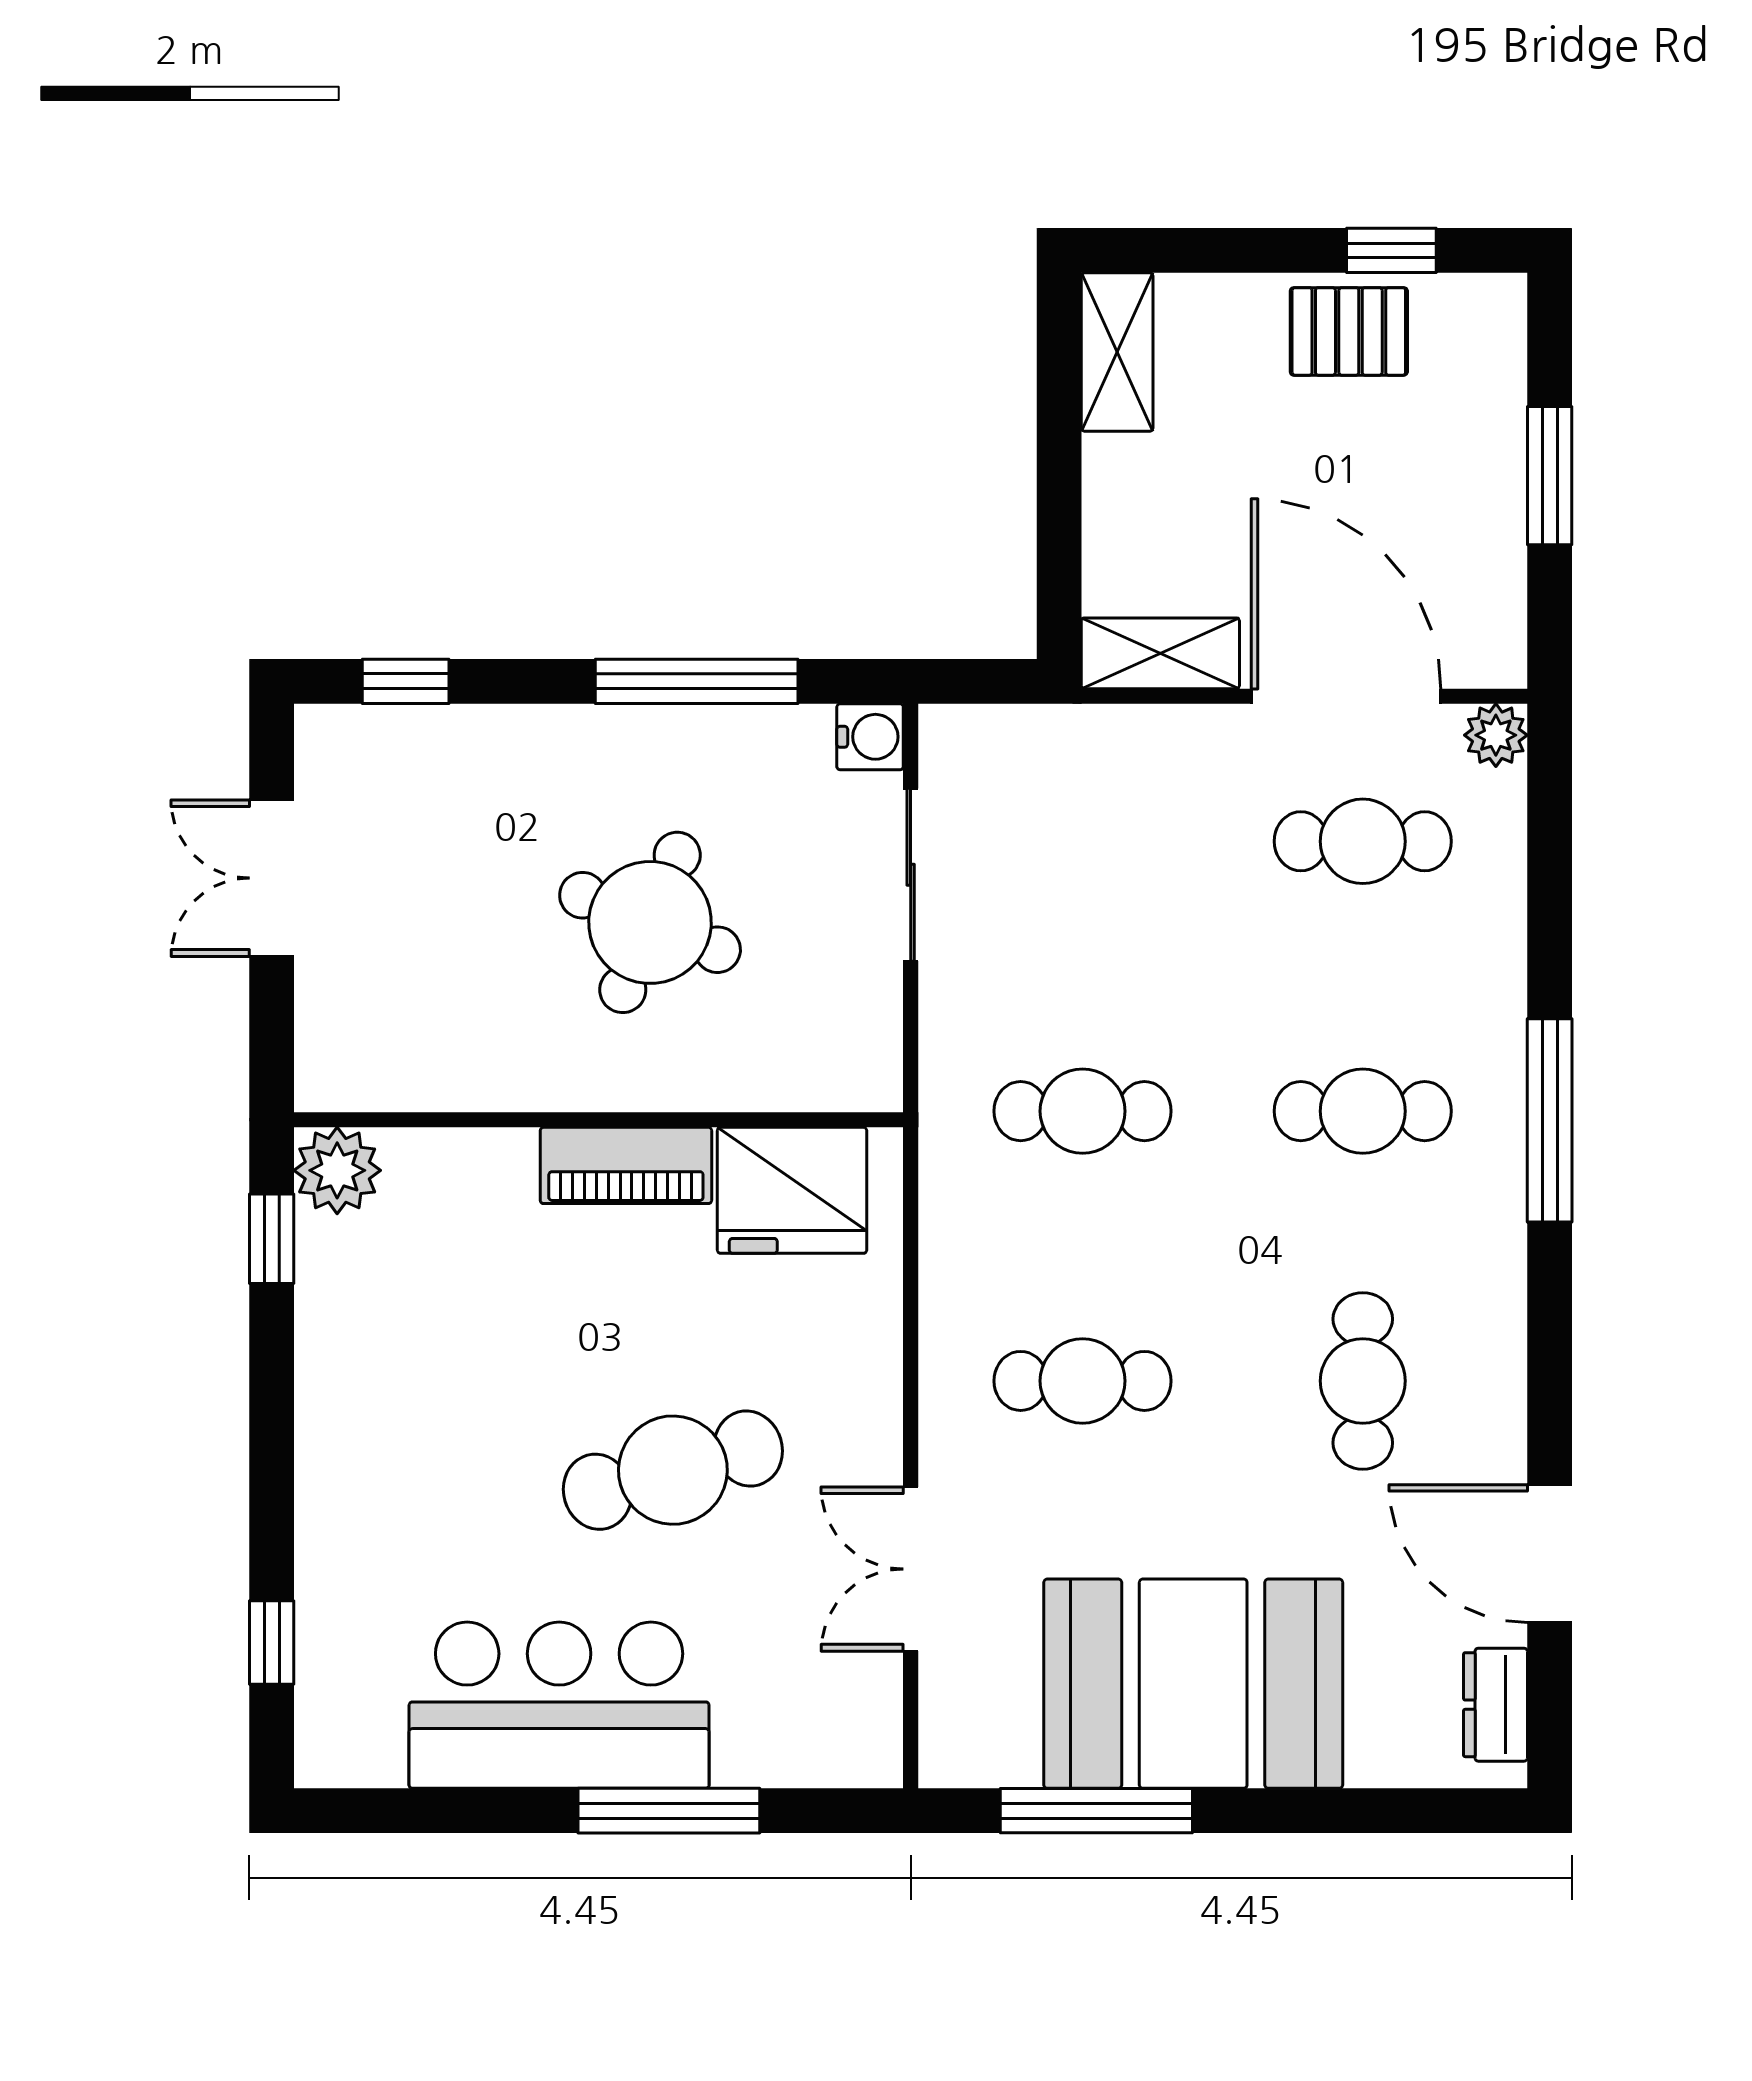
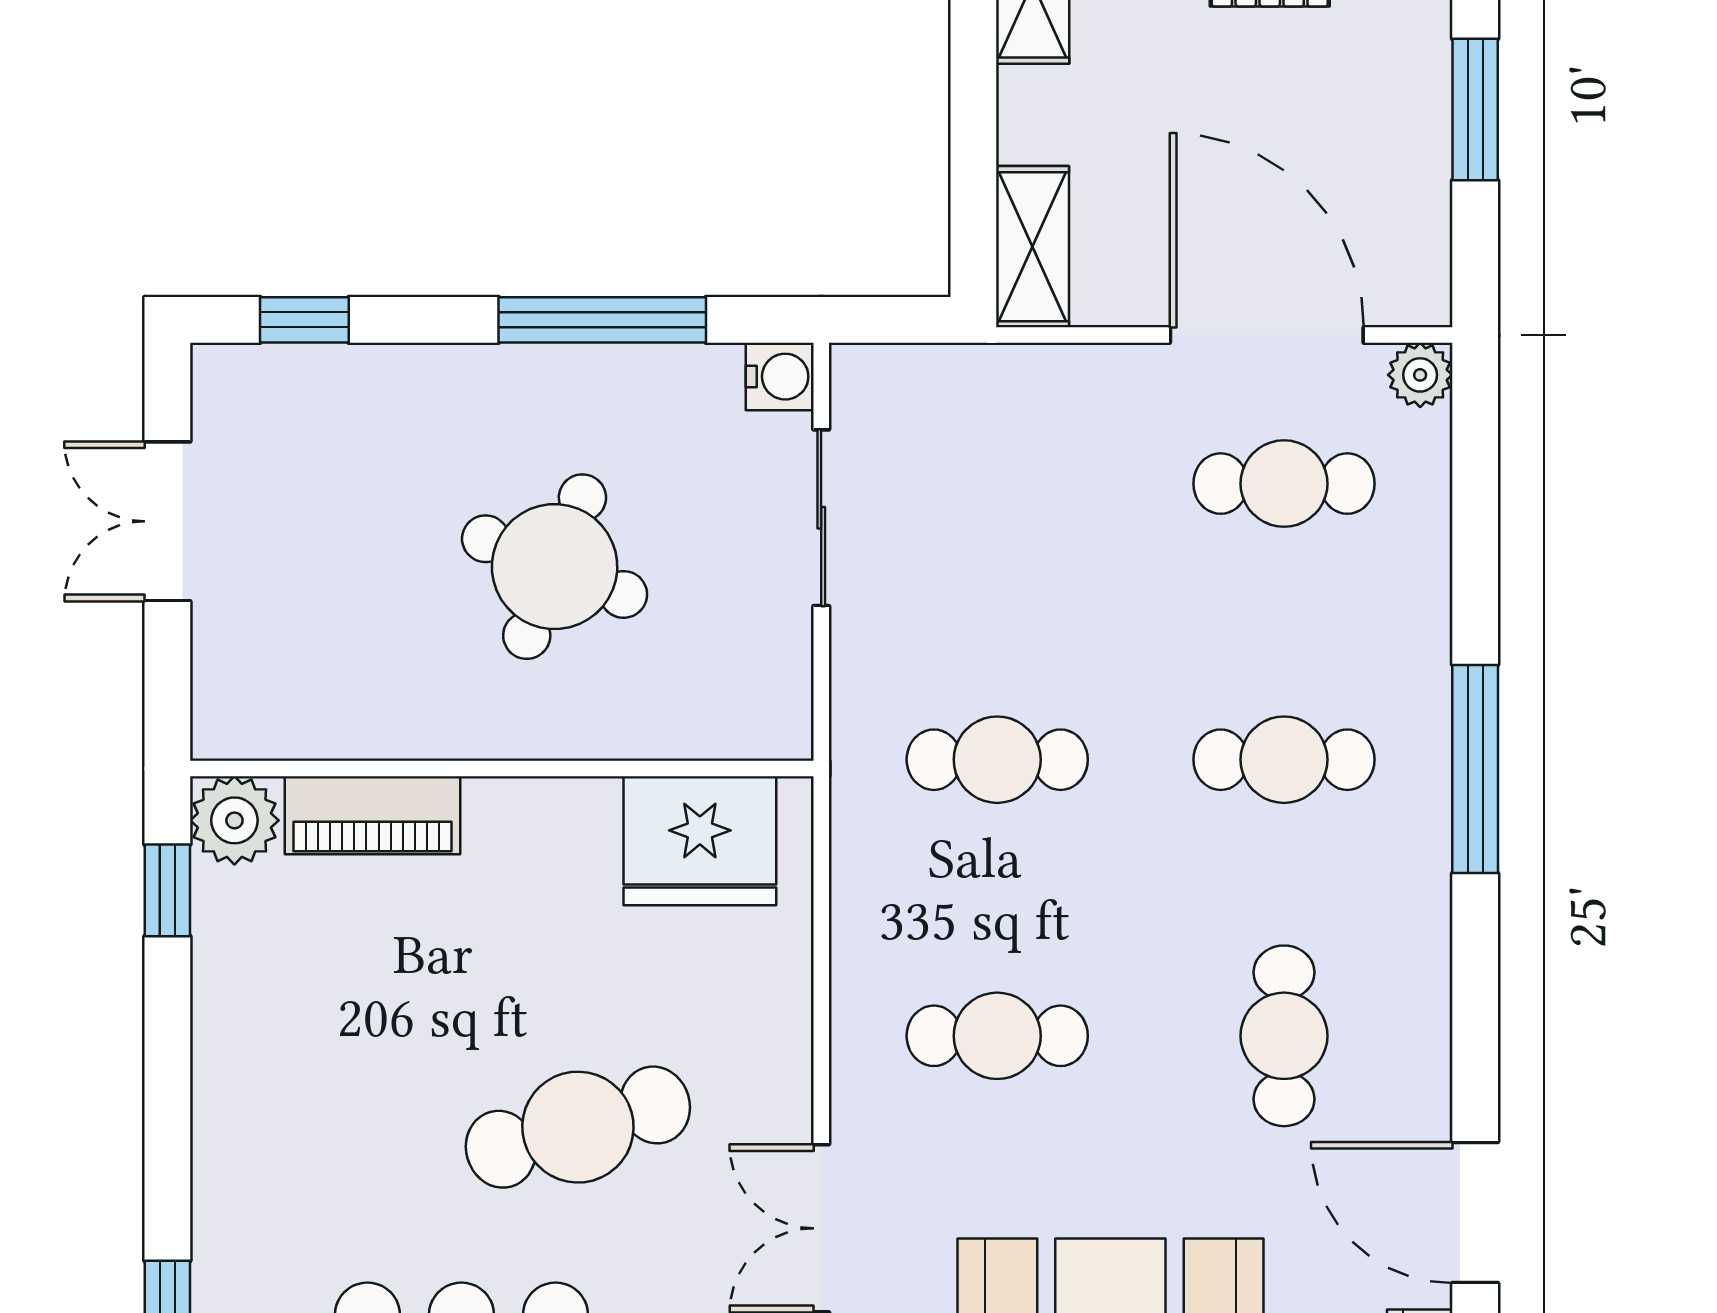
shelving: (1160, 653) -> (1032, 247), moved, turned 90
piano: (626, 1165) -> (372, 815), moved

